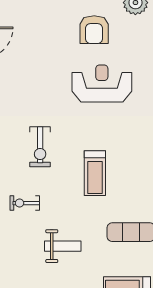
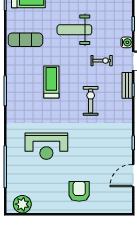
armchair: (94, 30) -> (79, 191), moved
weight bench: (63, 246) -> (74, 30), width x1.36, depth x1.33

